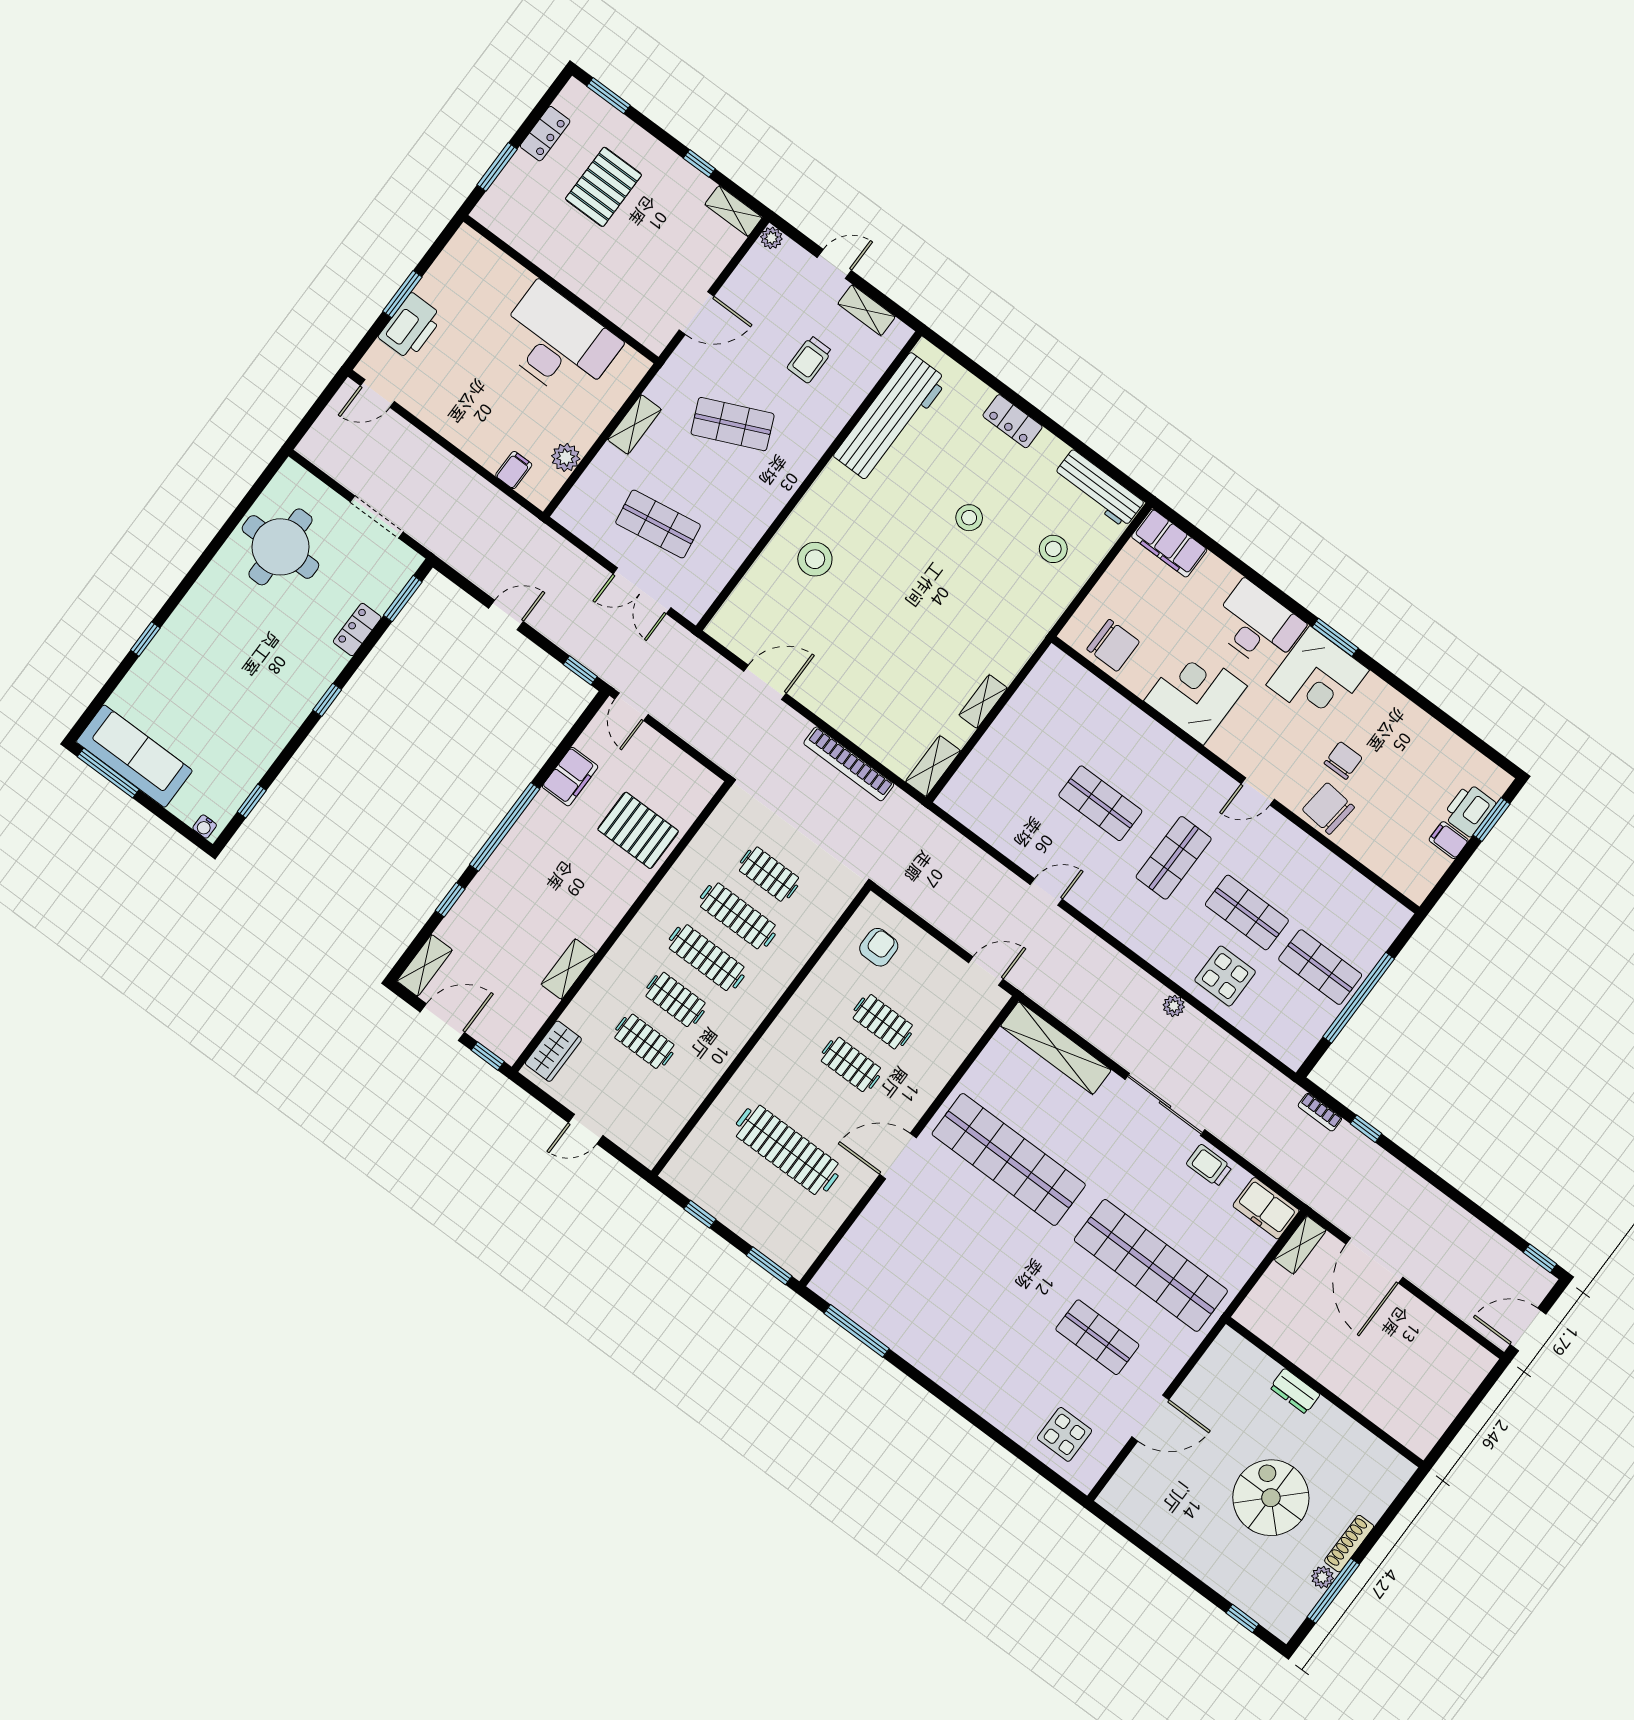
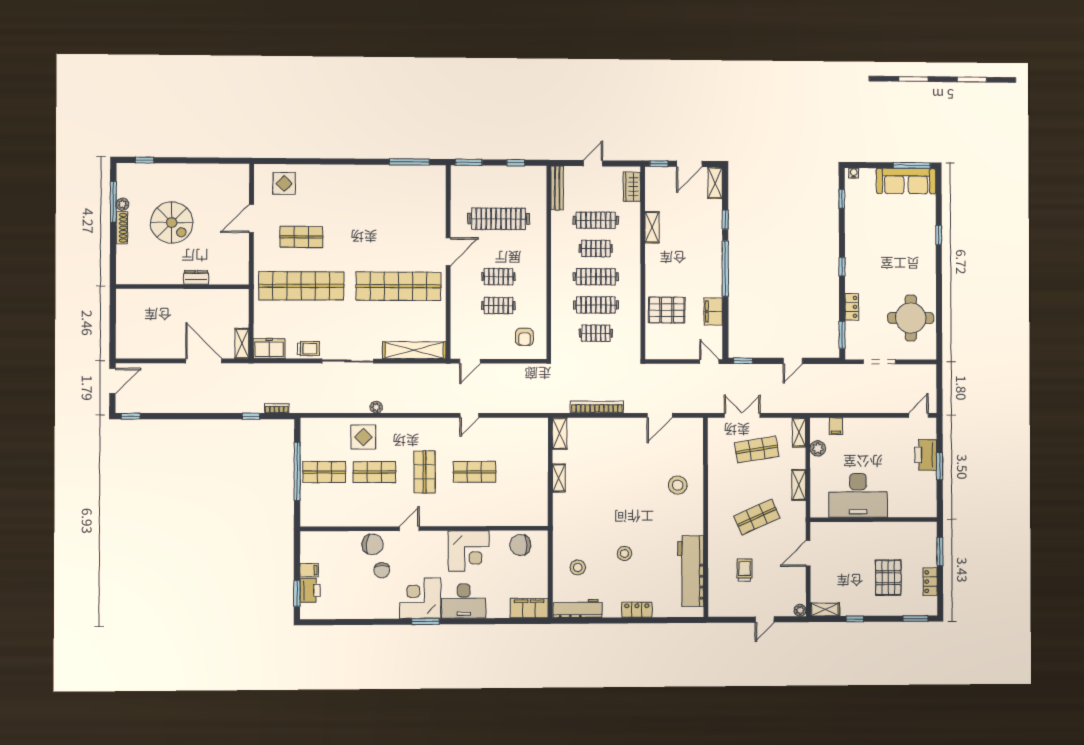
shelving: (867, 310) -> (799, 432), moved, turned 90
clothes rail: (644, 1041) -> (596, 220), width x1.36
bench: (666, 1131) -> (557, 188), added

